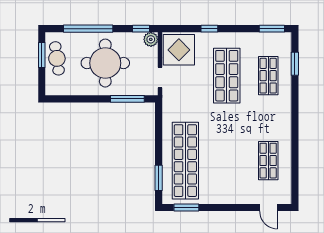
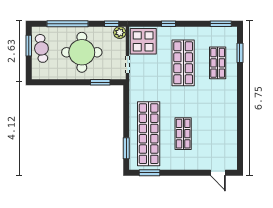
window: (127, 99) -> (100, 82), width x0.69
shop shelf: (268, 161) -> (183, 134), moved

